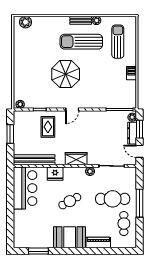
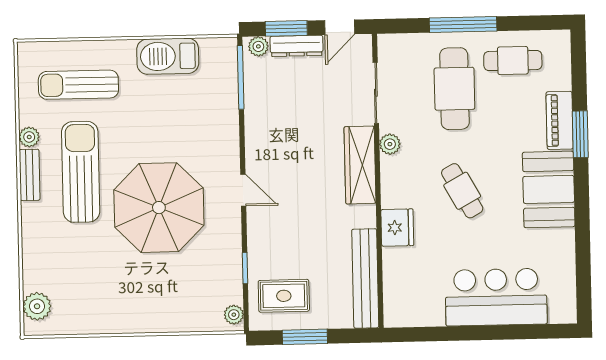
sun lounger: (81, 42) -> (81, 172), turned 180
barbecue: (131, 73) -> (168, 56), width x1.88, depth x1.53
parasol: (66, 74) -> (159, 208), width x1.36, depth x1.36
rug: (48, 127) -> (284, 296), moved
wardrobe: (76, 159) -> (360, 165), width x1.50
bar counter: (25, 188) -> (496, 297), moved
window: (38, 251) -> (580, 134), moved

